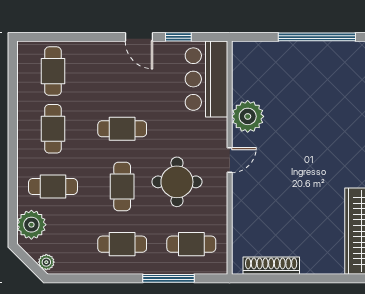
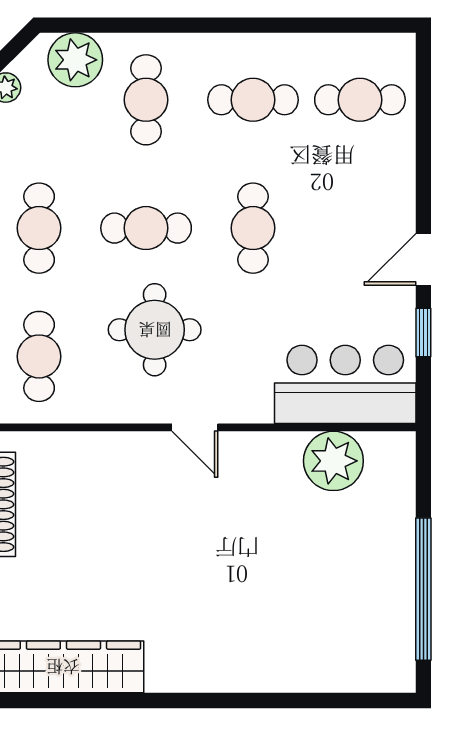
plant: (248, 116) -> (333, 461), moved

